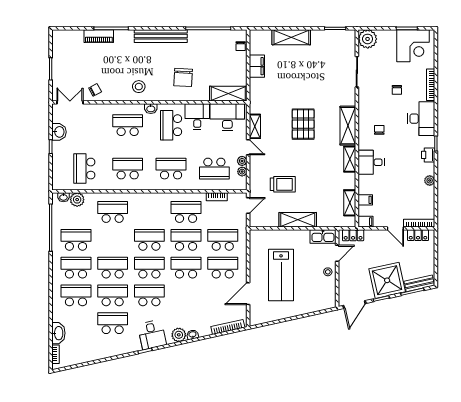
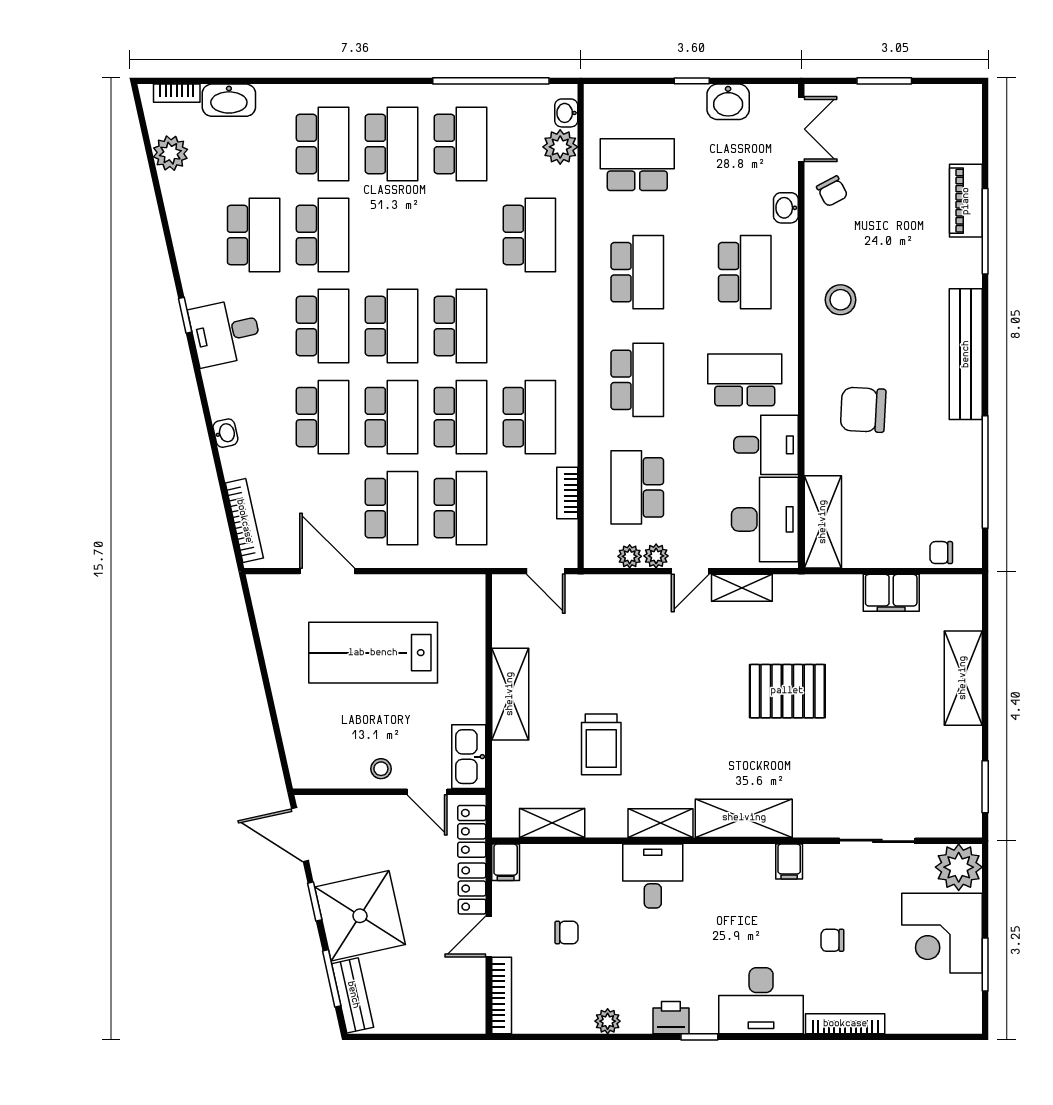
corner desk: (413, 46) -> (942, 933), moved
washbasin: (151, 109) -> (786, 208), moved
pallet: (303, 124) -> (787, 691), moved
chair: (379, 130) -> (567, 933), moved
trolley: (283, 184) -> (601, 744), moved
filing cabinet: (365, 200) -> (789, 861), moved
locker: (418, 235) -> (472, 889), moved
school desk: (113, 268) -> (323, 417), moved
plant: (179, 335) -> (170, 153), moved

